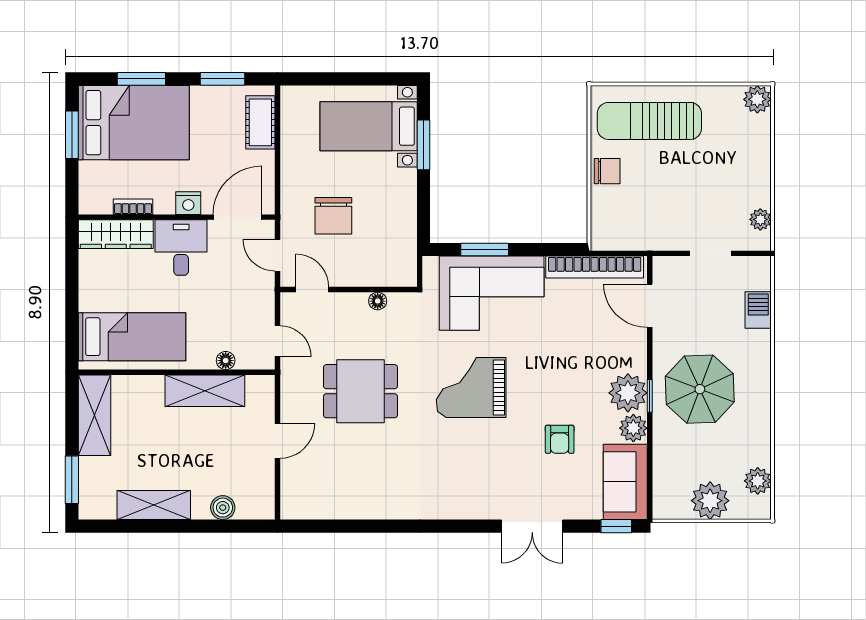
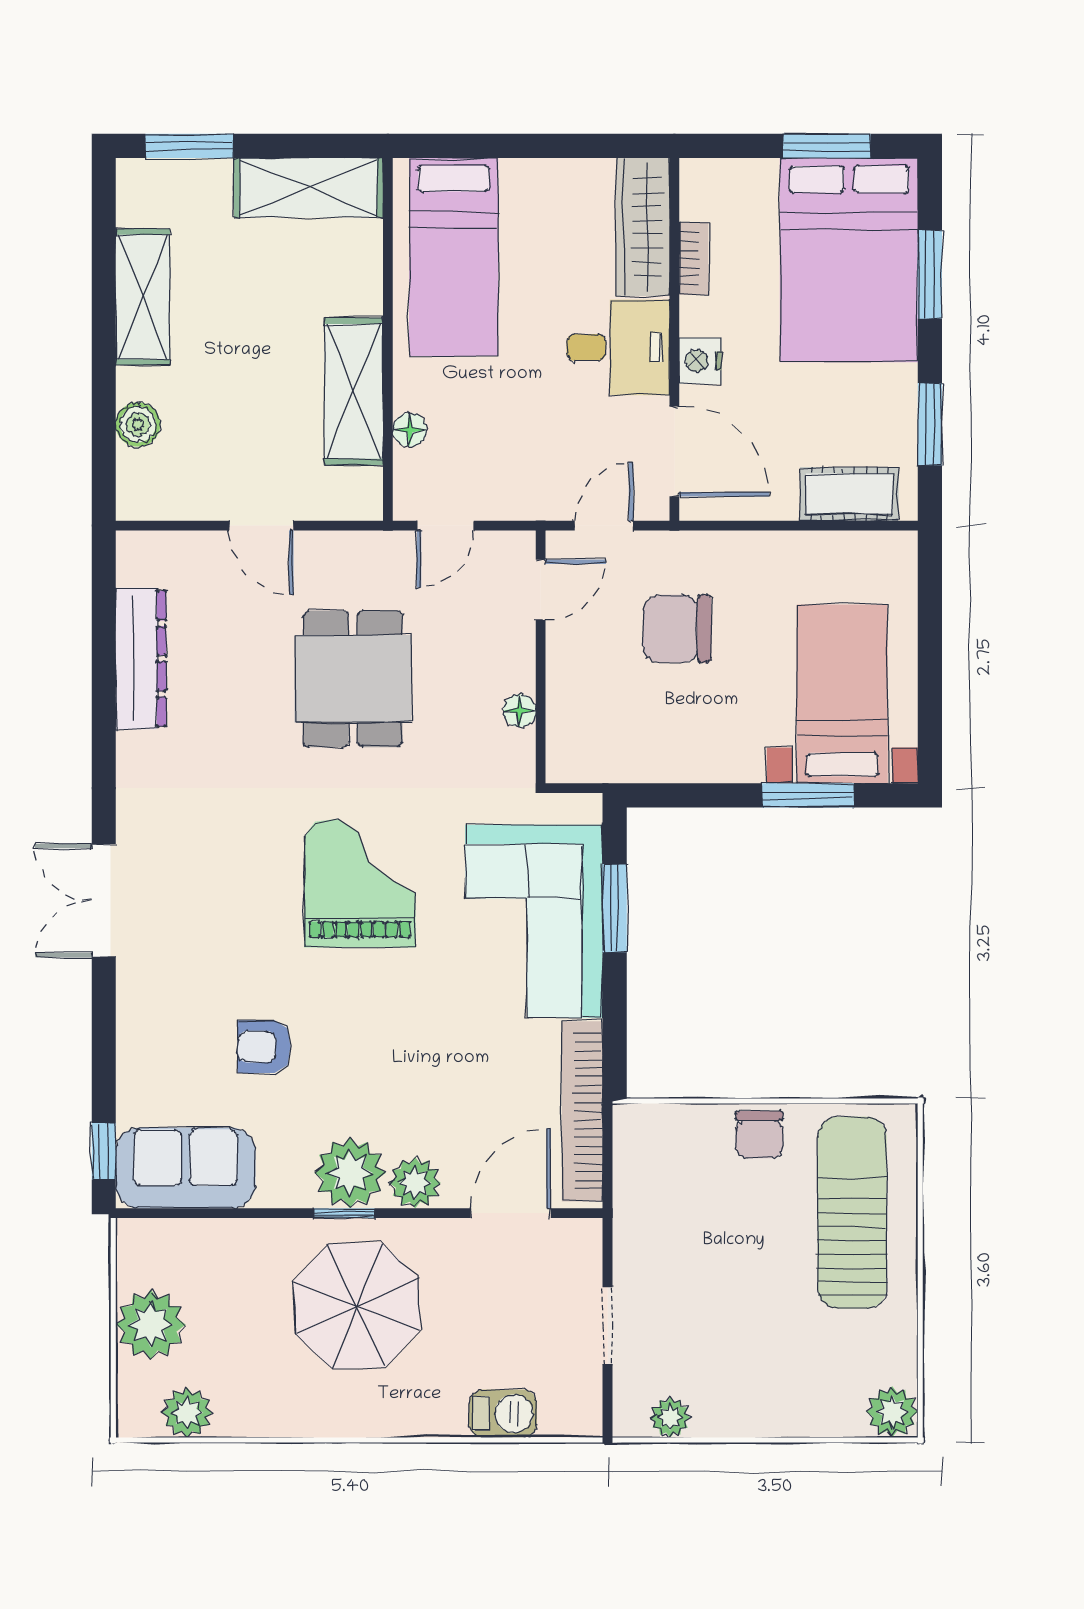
plant: (633, 428) -> (415, 1183), moved
dresser: (349, 506) -> (141, 659), added
double door: (532, 526) -> (104, 900), moved

